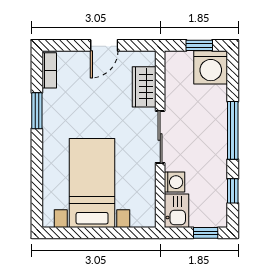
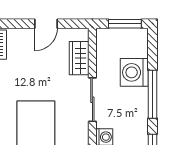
window: (199, 45) -> (125, 24), width x1.50
washing machine: (211, 67) -> (134, 72), moved, turned 90

